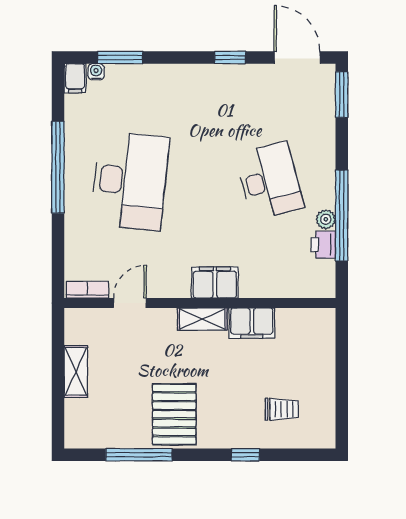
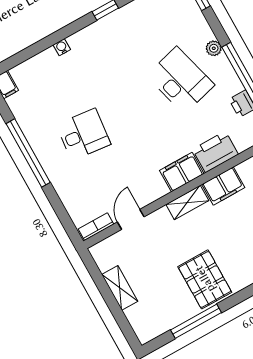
window: (120, 57) -> (29, 53), removed
water cooler: (96, 72) -> (62, 47), moved
desk: (130, 181) -> (84, 134), width x0.53, depth x0.77
plant: (326, 219) -> (214, 48), moved
printer: (264, 281) -> (215, 152), added

